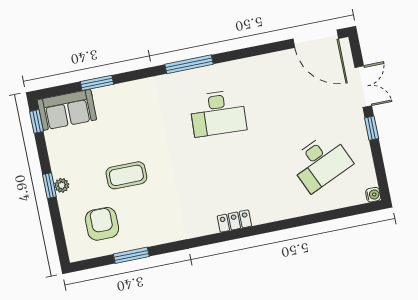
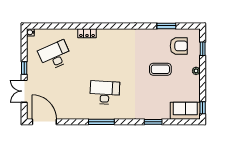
window: (189, 64) -> (101, 122), moved
window: (97, 83) -> (153, 122), moved
window: (49, 186) -> (203, 49), moved
locker: (234, 221) -> (87, 33), moved
armchair: (102, 224) -> (179, 46), turned -90

